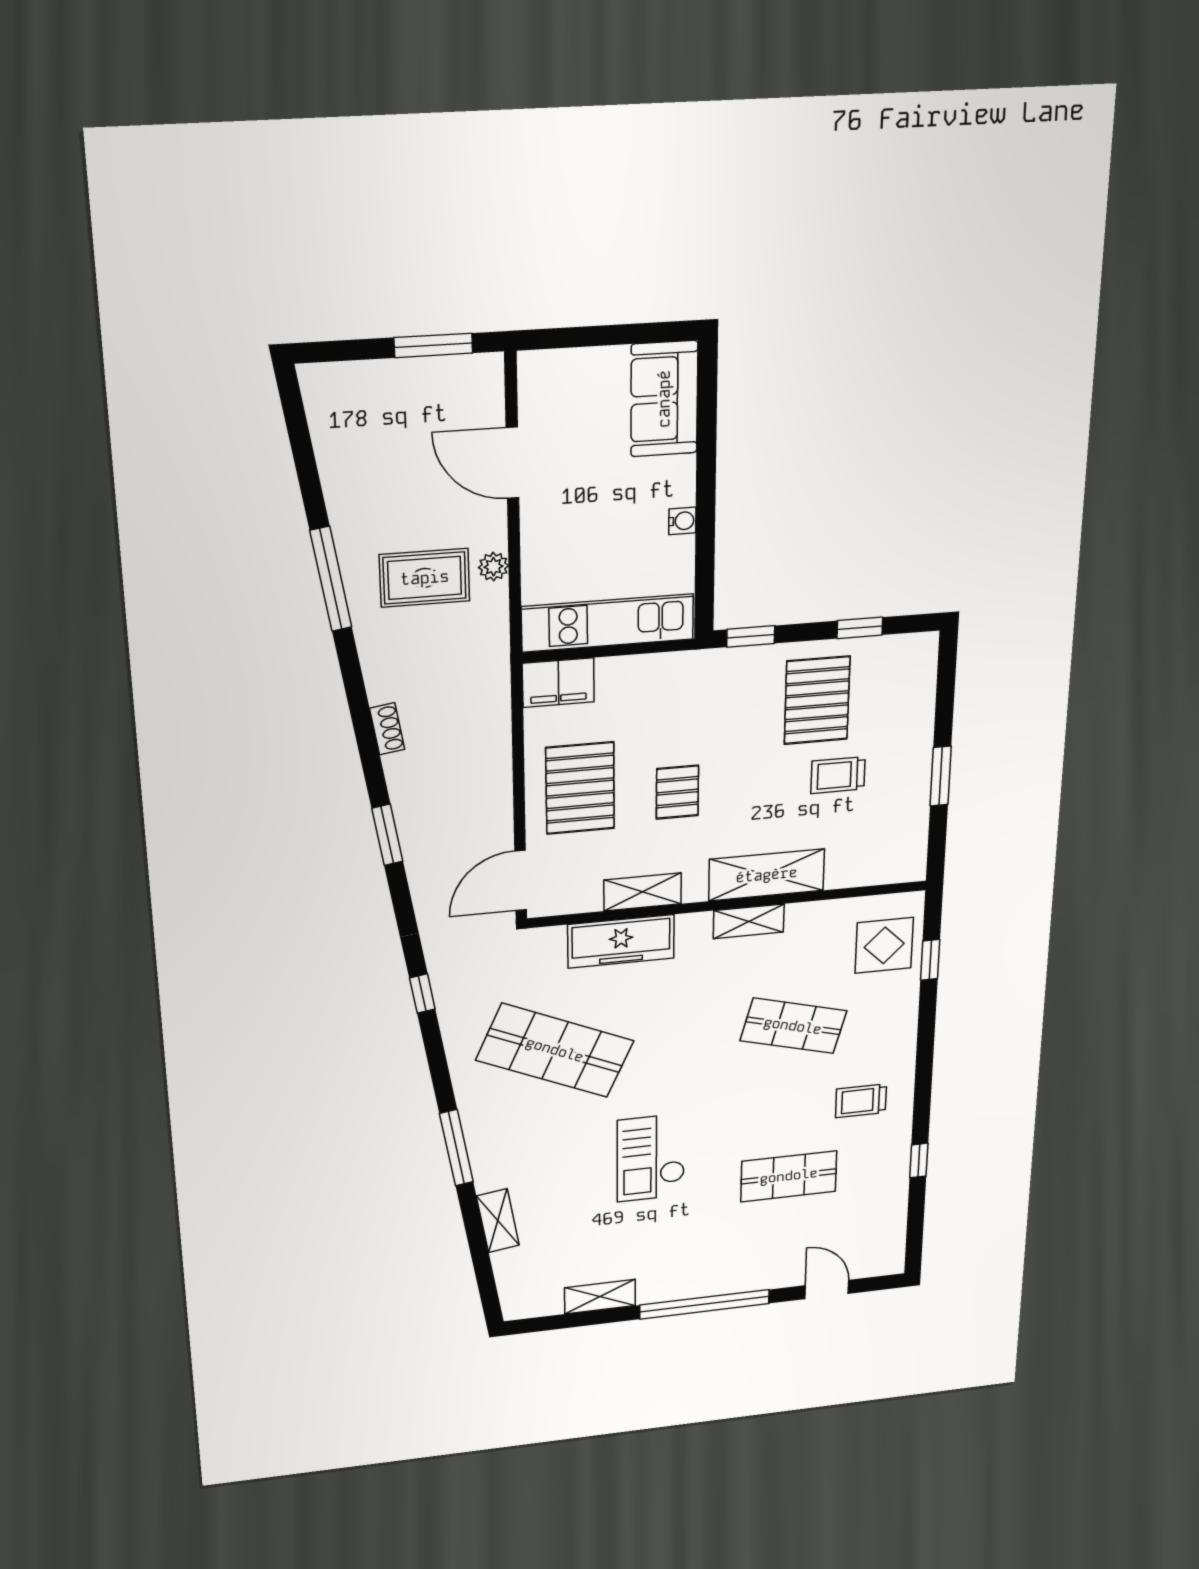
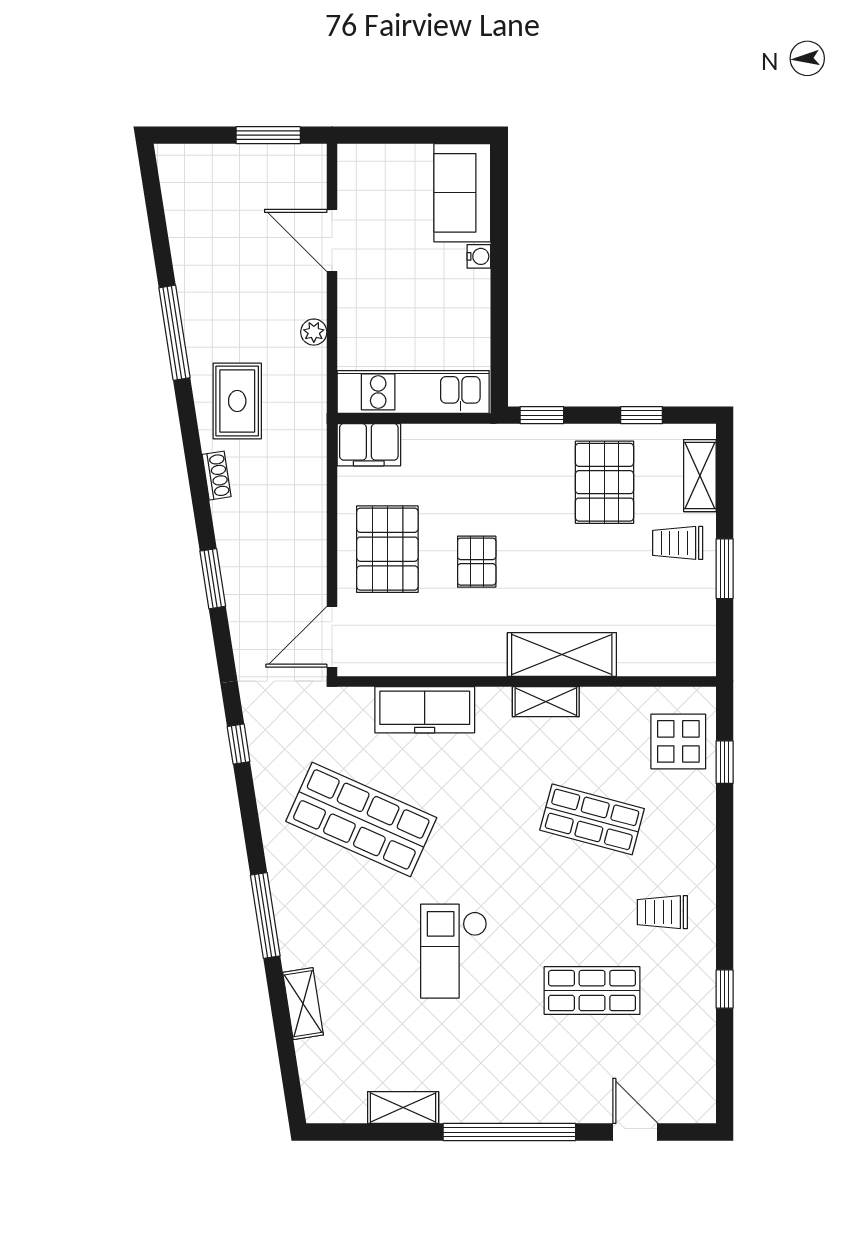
water cooler: (682, 521) -> (479, 256), moved
rug: (425, 578) -> (237, 401), moved, turned 90
trolley: (838, 775) -> (678, 543), moved
shelving: (643, 892) -> (700, 476), moved, turned 90

